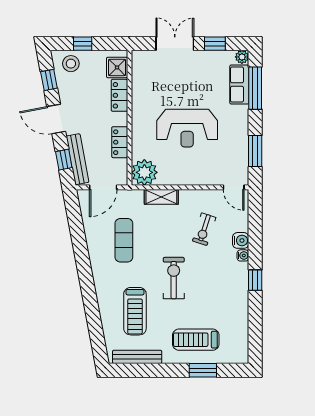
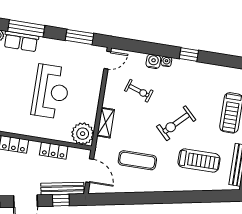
exercise bike: (174, 278) -> (176, 123), turned -45

